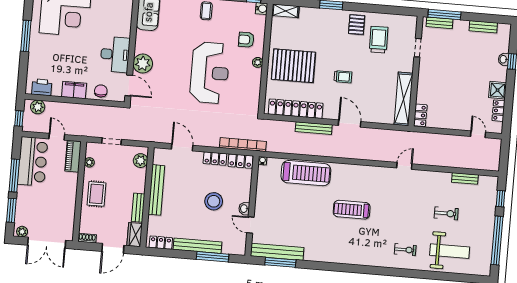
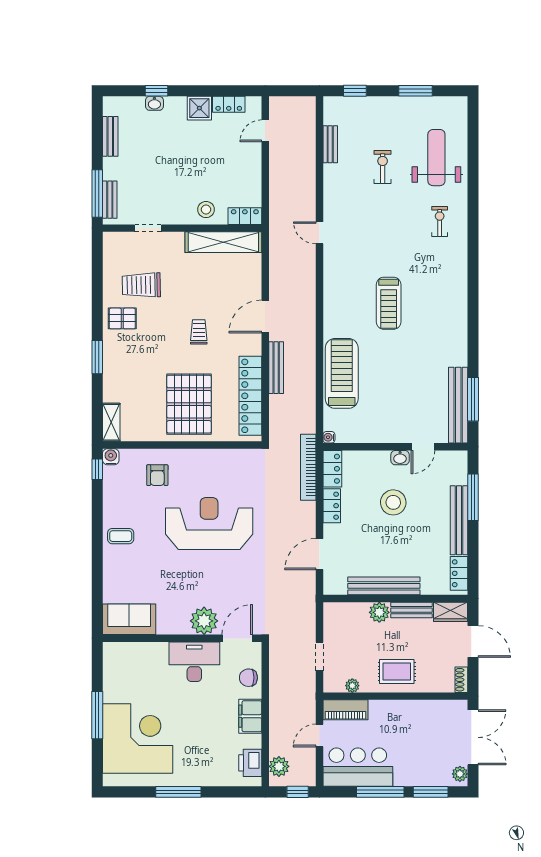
plant: (258, 62) -> (189, 456), removed
stool: (427, 89) -> (206, 210), added
plant: (141, 161) -> (379, 612), moved
window: (497, 241) -> (415, 91), width x0.47

